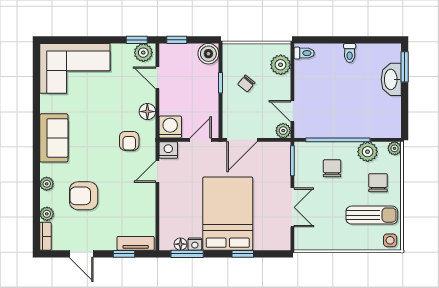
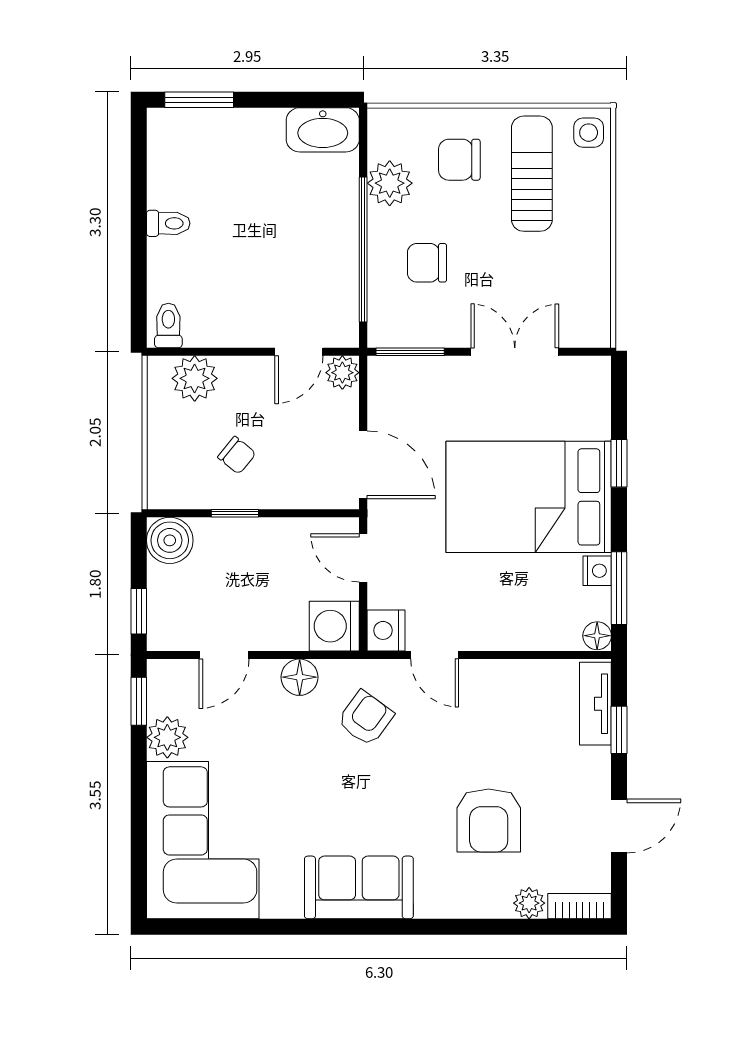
plant: (143, 53) -> (167, 737), moved
washbasin: (391, 79) -> (323, 130), moved
armchair: (129, 141) -> (366, 718), turned -54
plant: (395, 148) -> (382, 123), removed
plant: (47, 184) -> (462, 903), removed
floor lamp: (181, 244) -> (597, 636), moved

